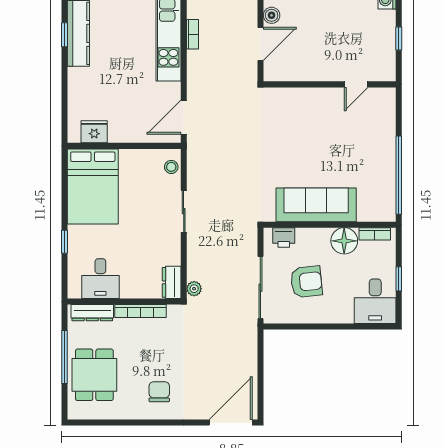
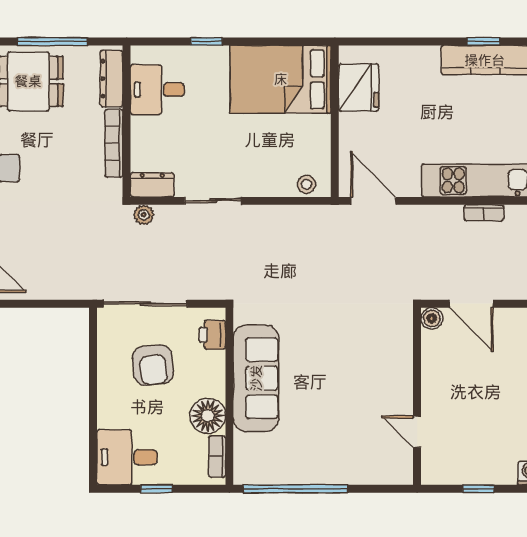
boiler: (272, 15) -> (432, 318), moved
fridge: (94, 132) -> (359, 87), width x1.36, depth x1.34
sliding door: (184, 211) -> (213, 201), moved

